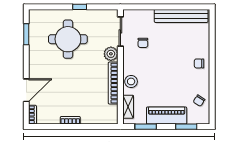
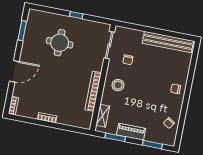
round table: (68, 39) -> (60, 43), width x0.73, depth x0.73
plant: (111, 54) -> (96, 64), removed
stool: (131, 81) -> (118, 85), moved
door: (26, 90) -> (14, 71), moved
piano: (167, 116) -> (131, 132), width x0.73, depth x0.75

